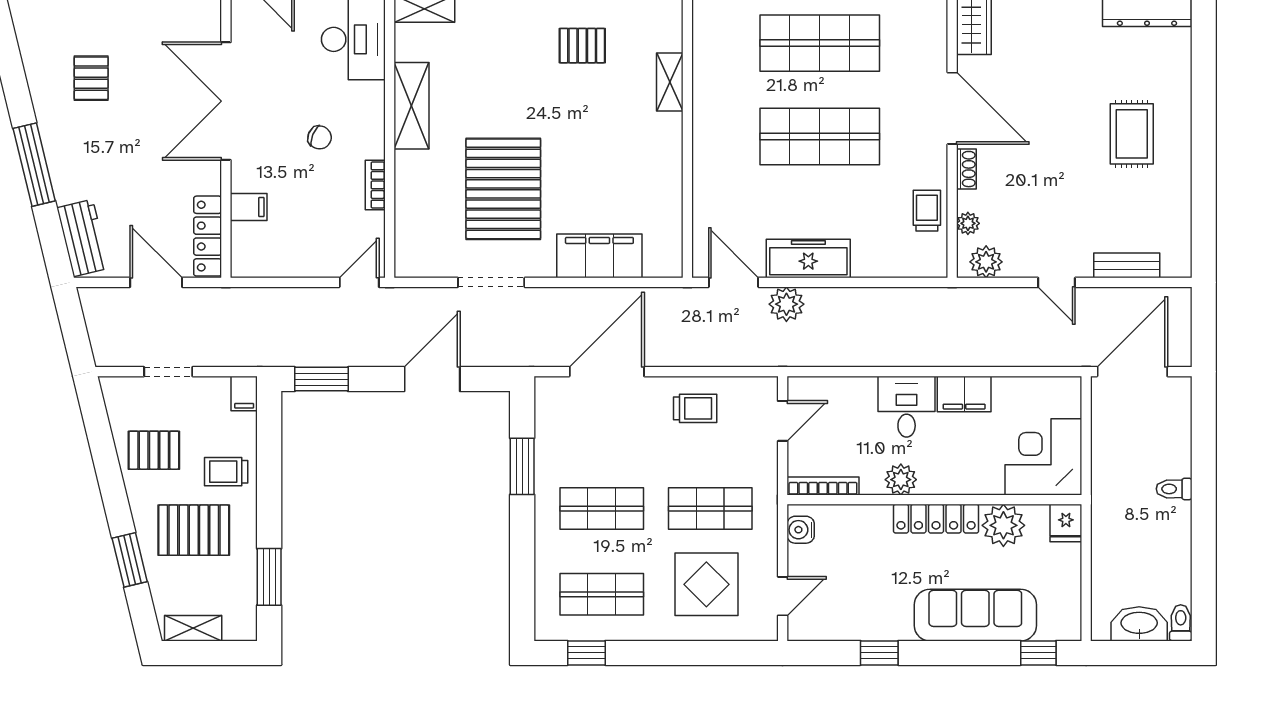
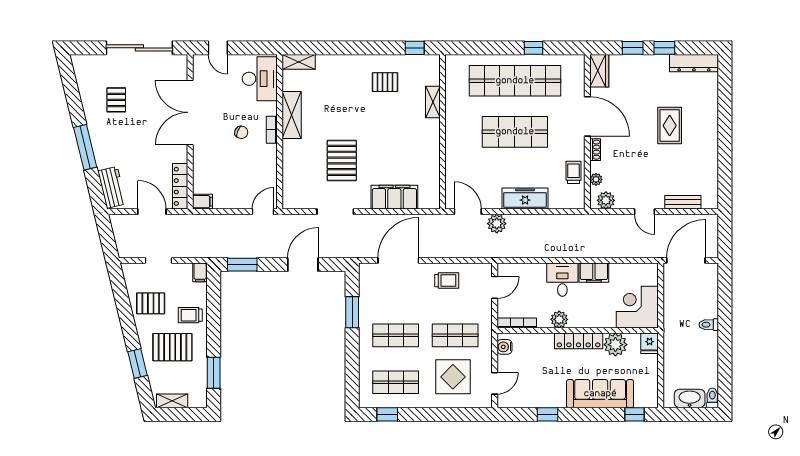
shop shelf: (820, 43) -> (515, 81), width x1.40
rug: (1132, 134) -> (670, 126), moved
bookcase: (375, 185) -> (272, 130), moved
pallet: (503, 189) -> (342, 160), width x0.73, depth x0.71
filing cabinet: (249, 207) -> (203, 202), moved
freezer: (808, 258) -> (525, 199), moved

